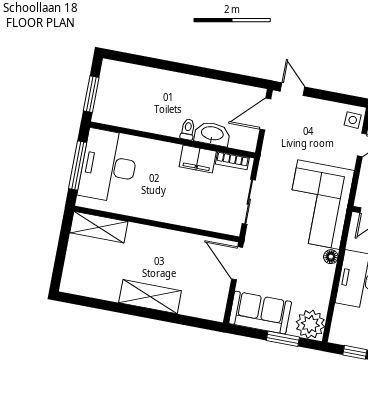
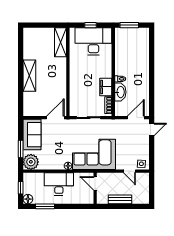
door: (265, 114) -> (136, 118), hinge flipped
window: (78, 166) -> (91, 25), width x0.46

